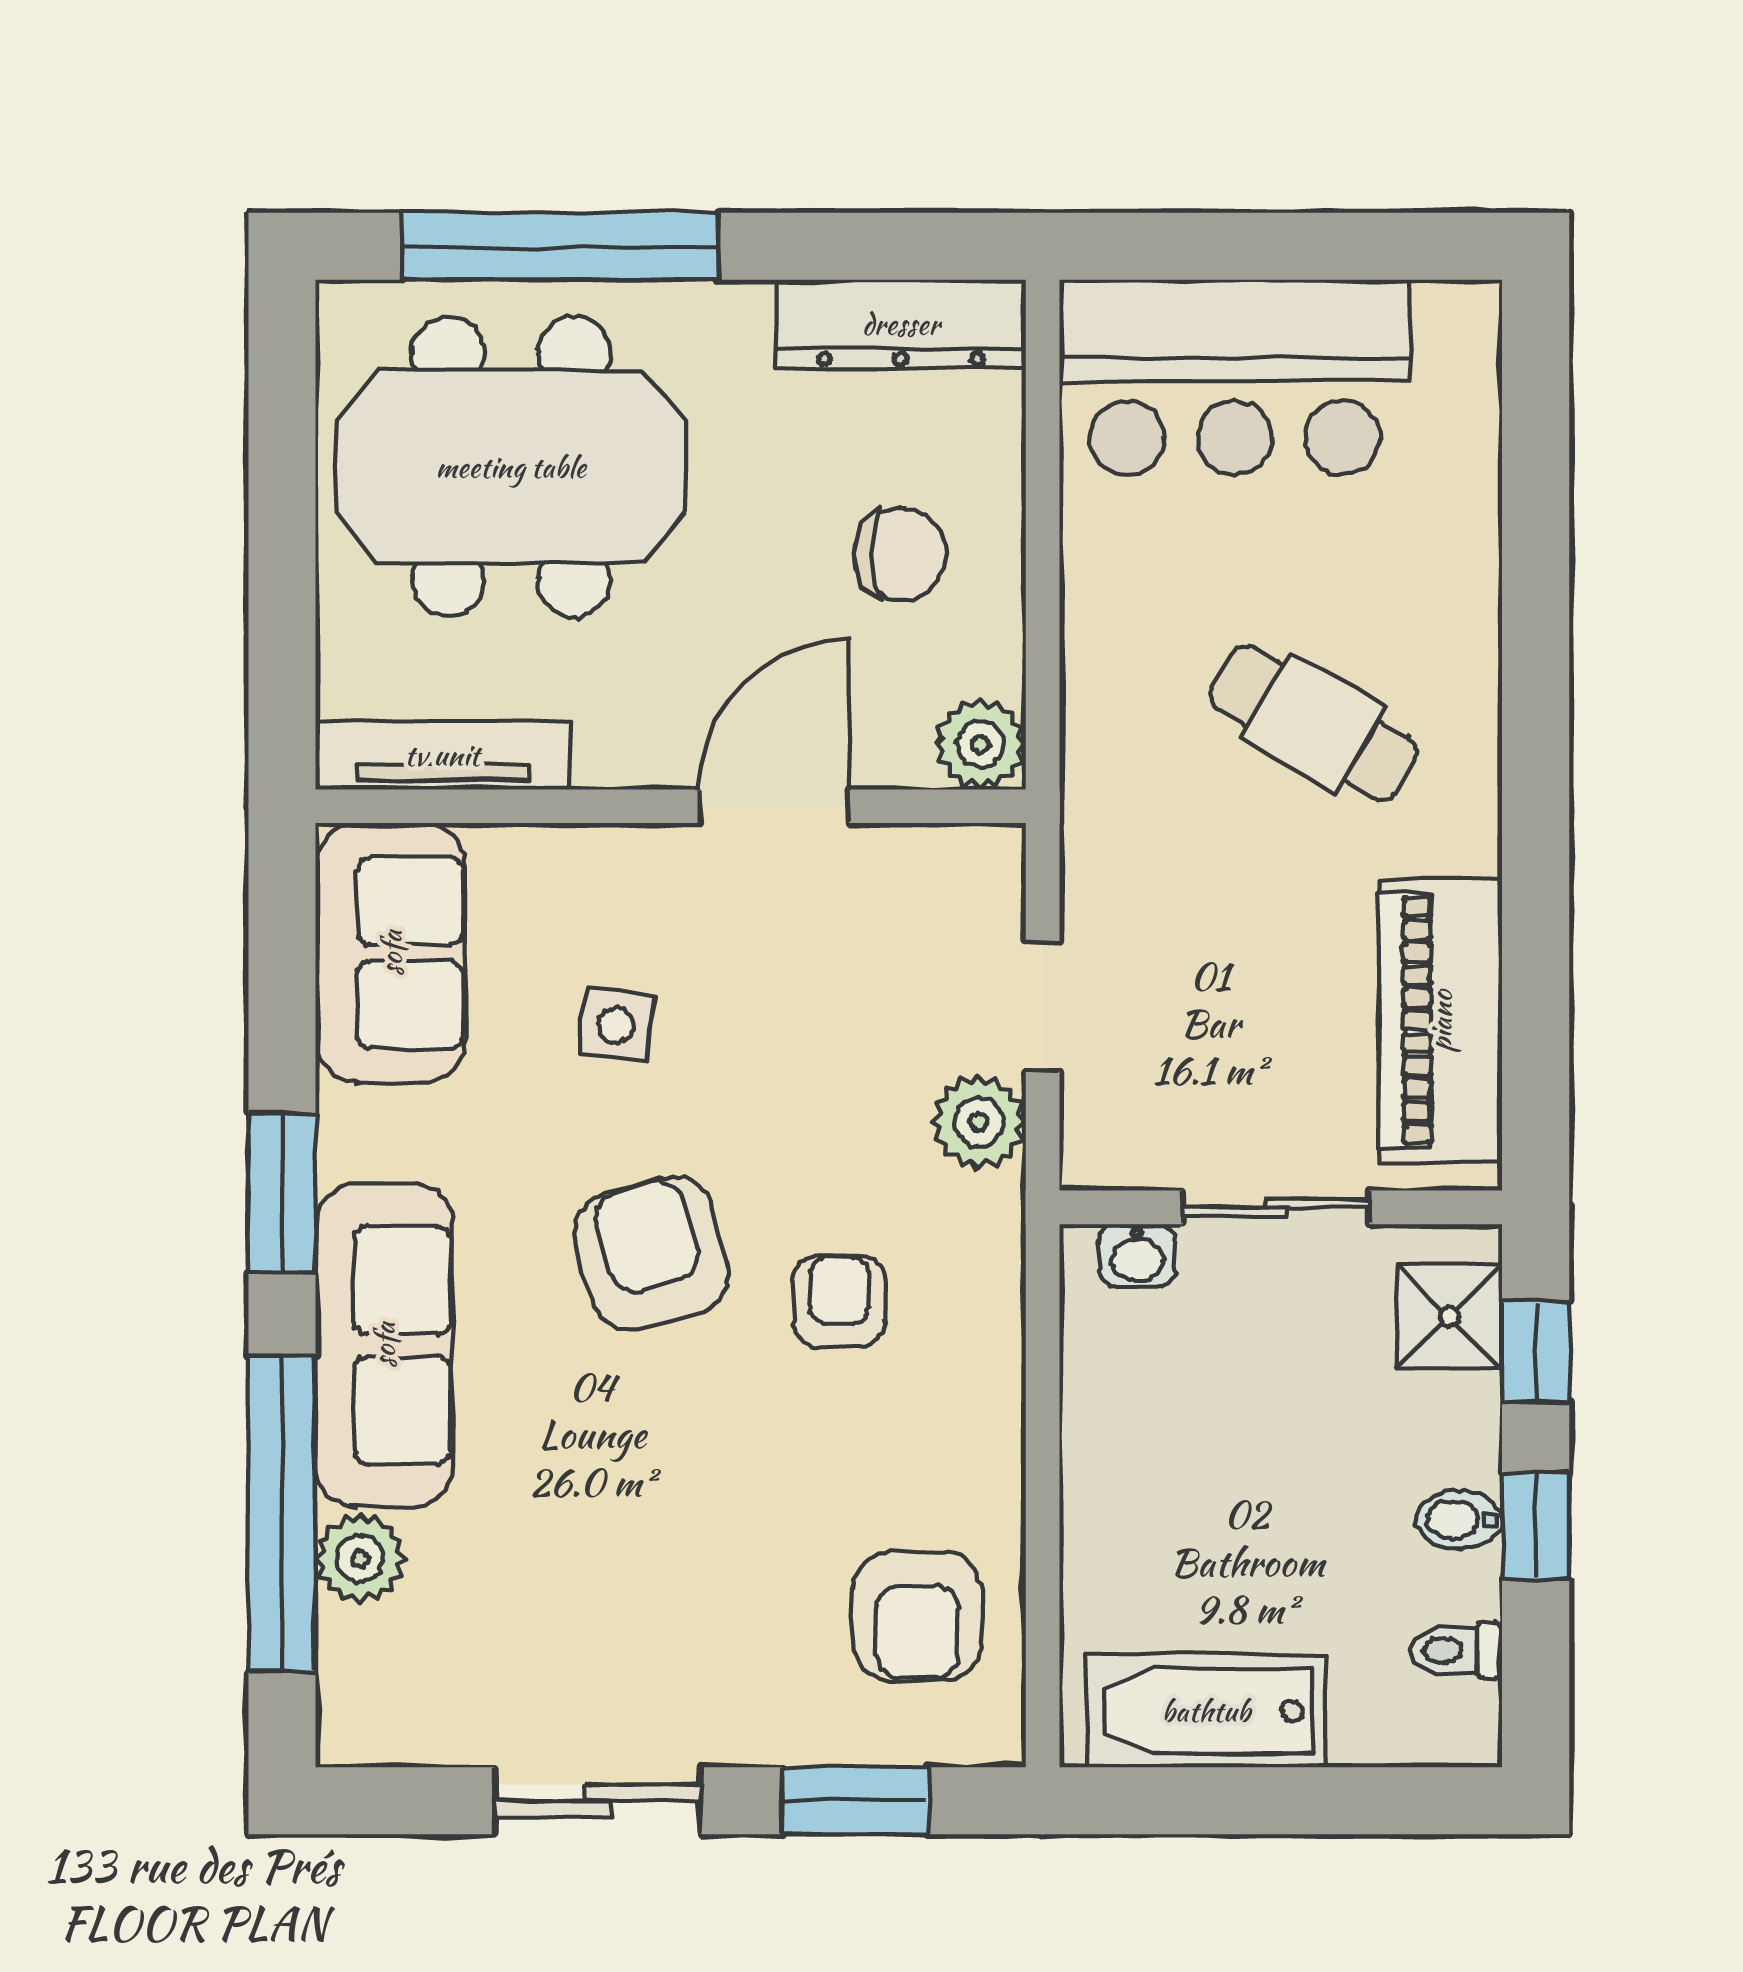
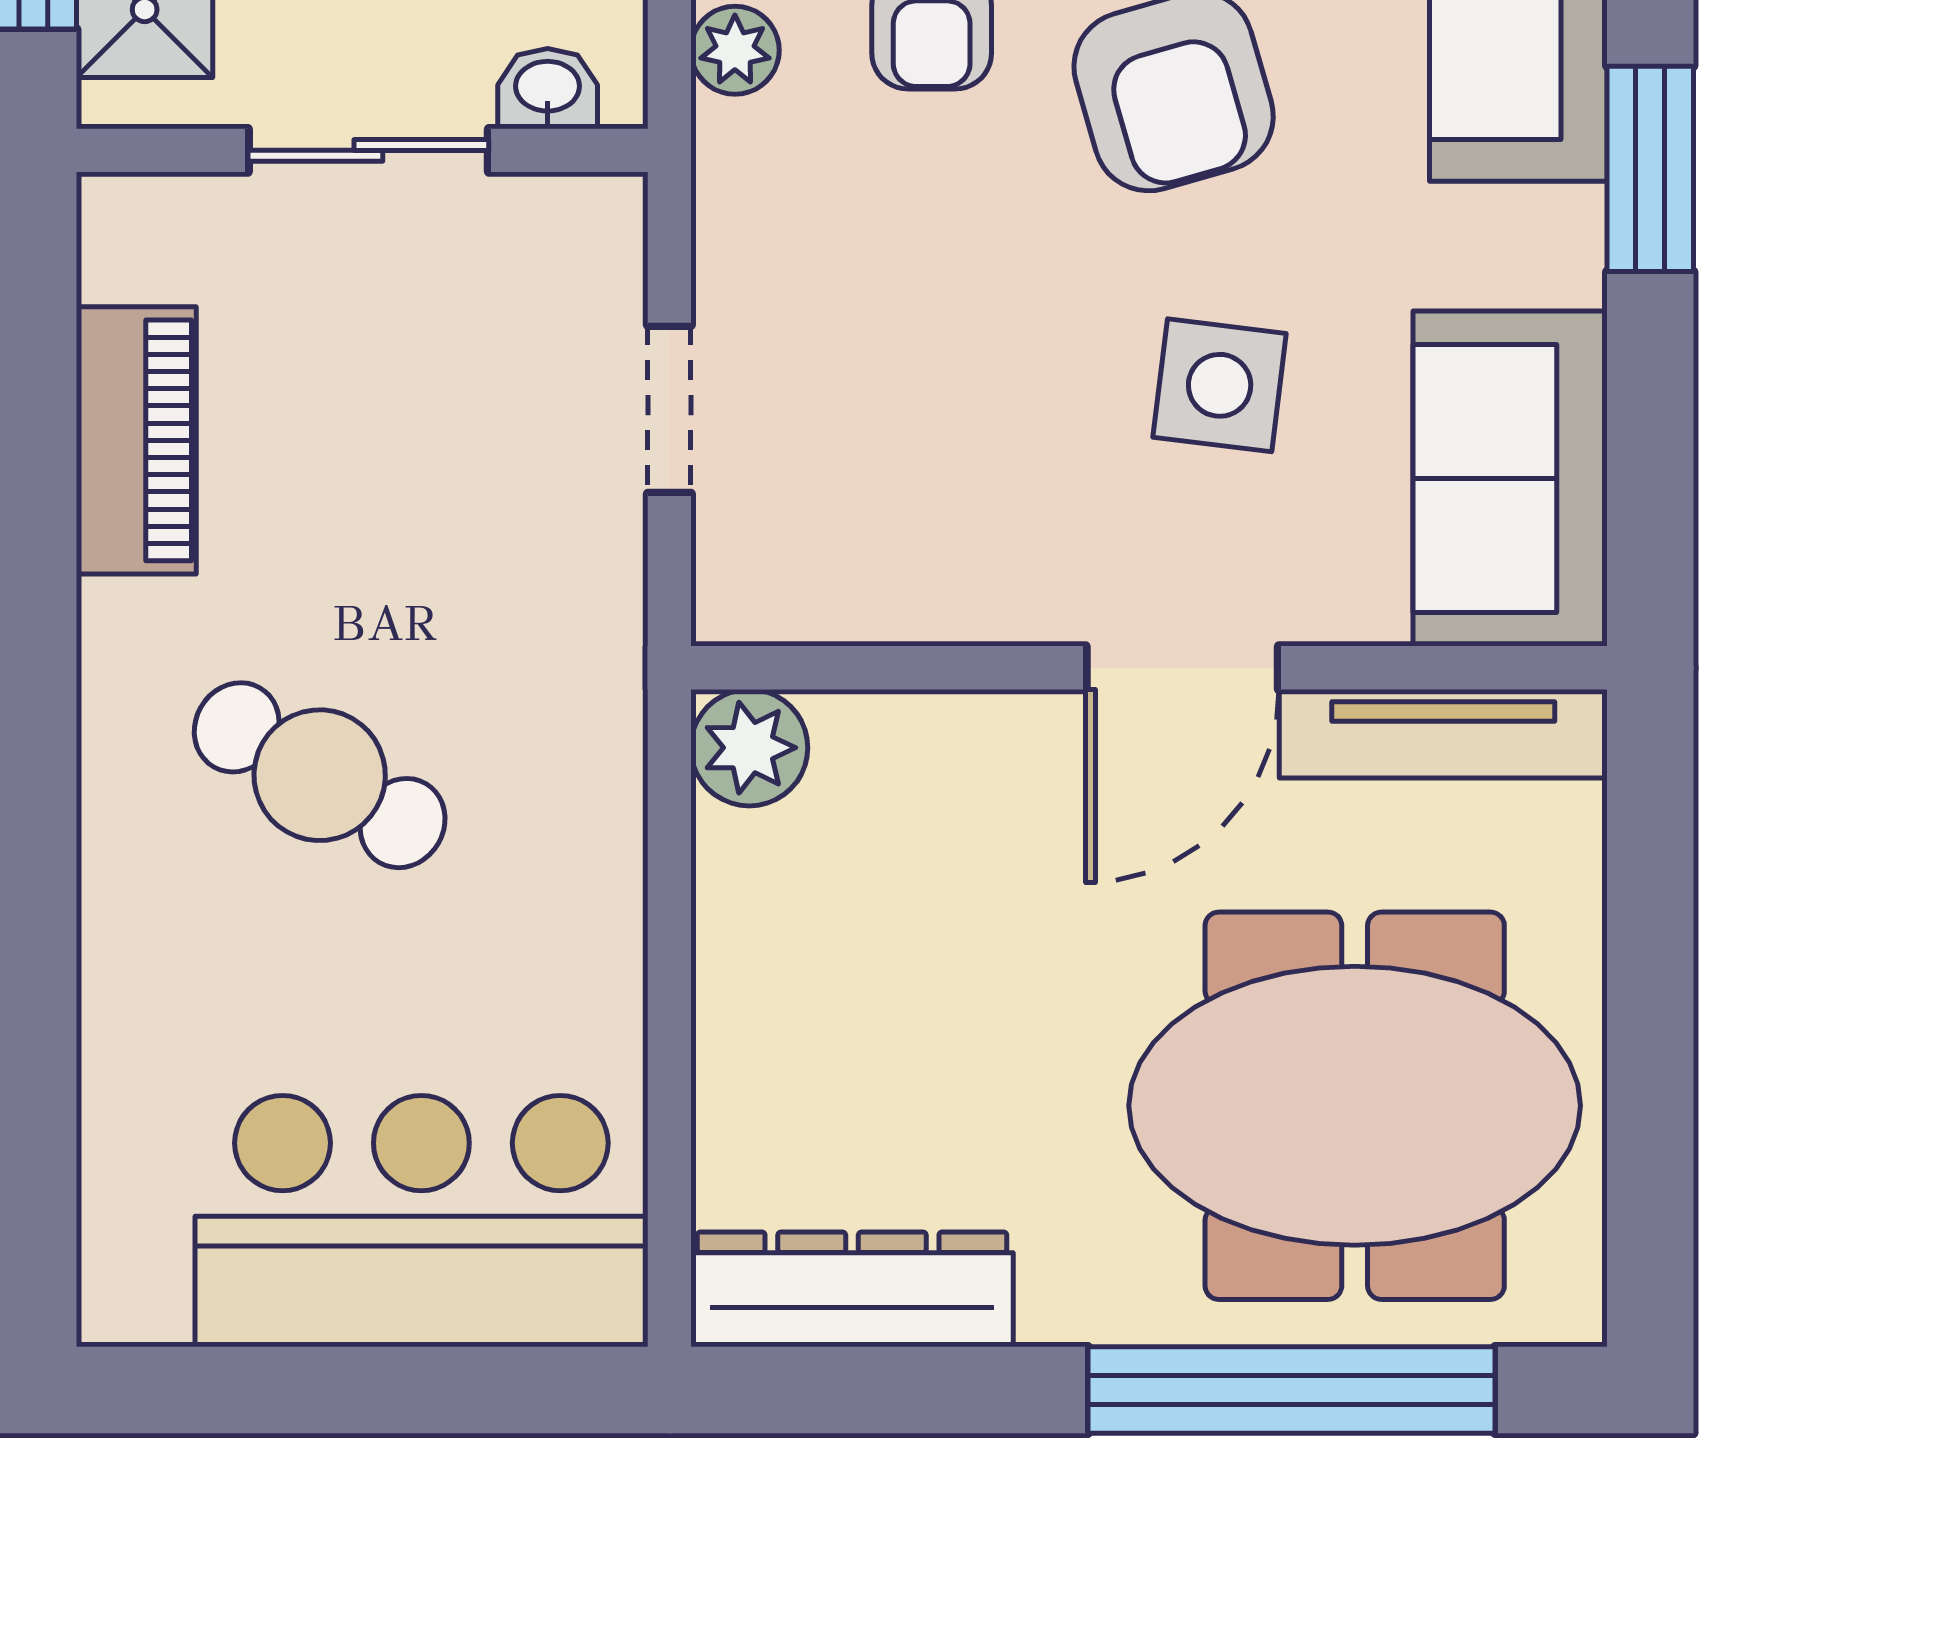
chair: (900, 554) -> (854, 993), removed
door: (775, 806) -> (1182, 668), moved
piano: (1441, 1021) -> (136, 440), width x0.73, depth x0.75
side table: (616, 1025) -> (1220, 385), width x1.37, depth x1.37
plant: (979, 1122) -> (735, 50), moved, width x0.73, depth x0.73

